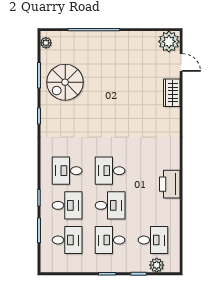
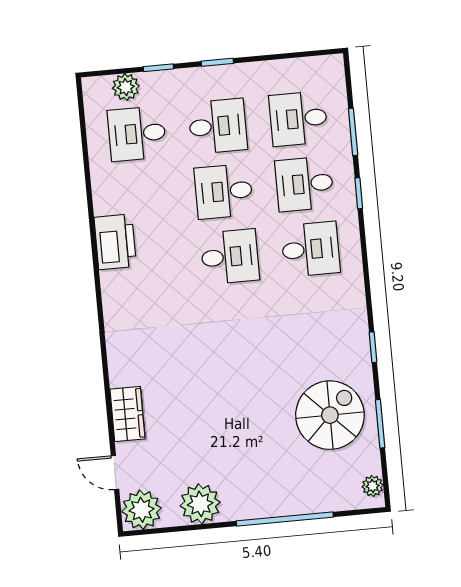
plant: (138, 42) -> (200, 504), added

